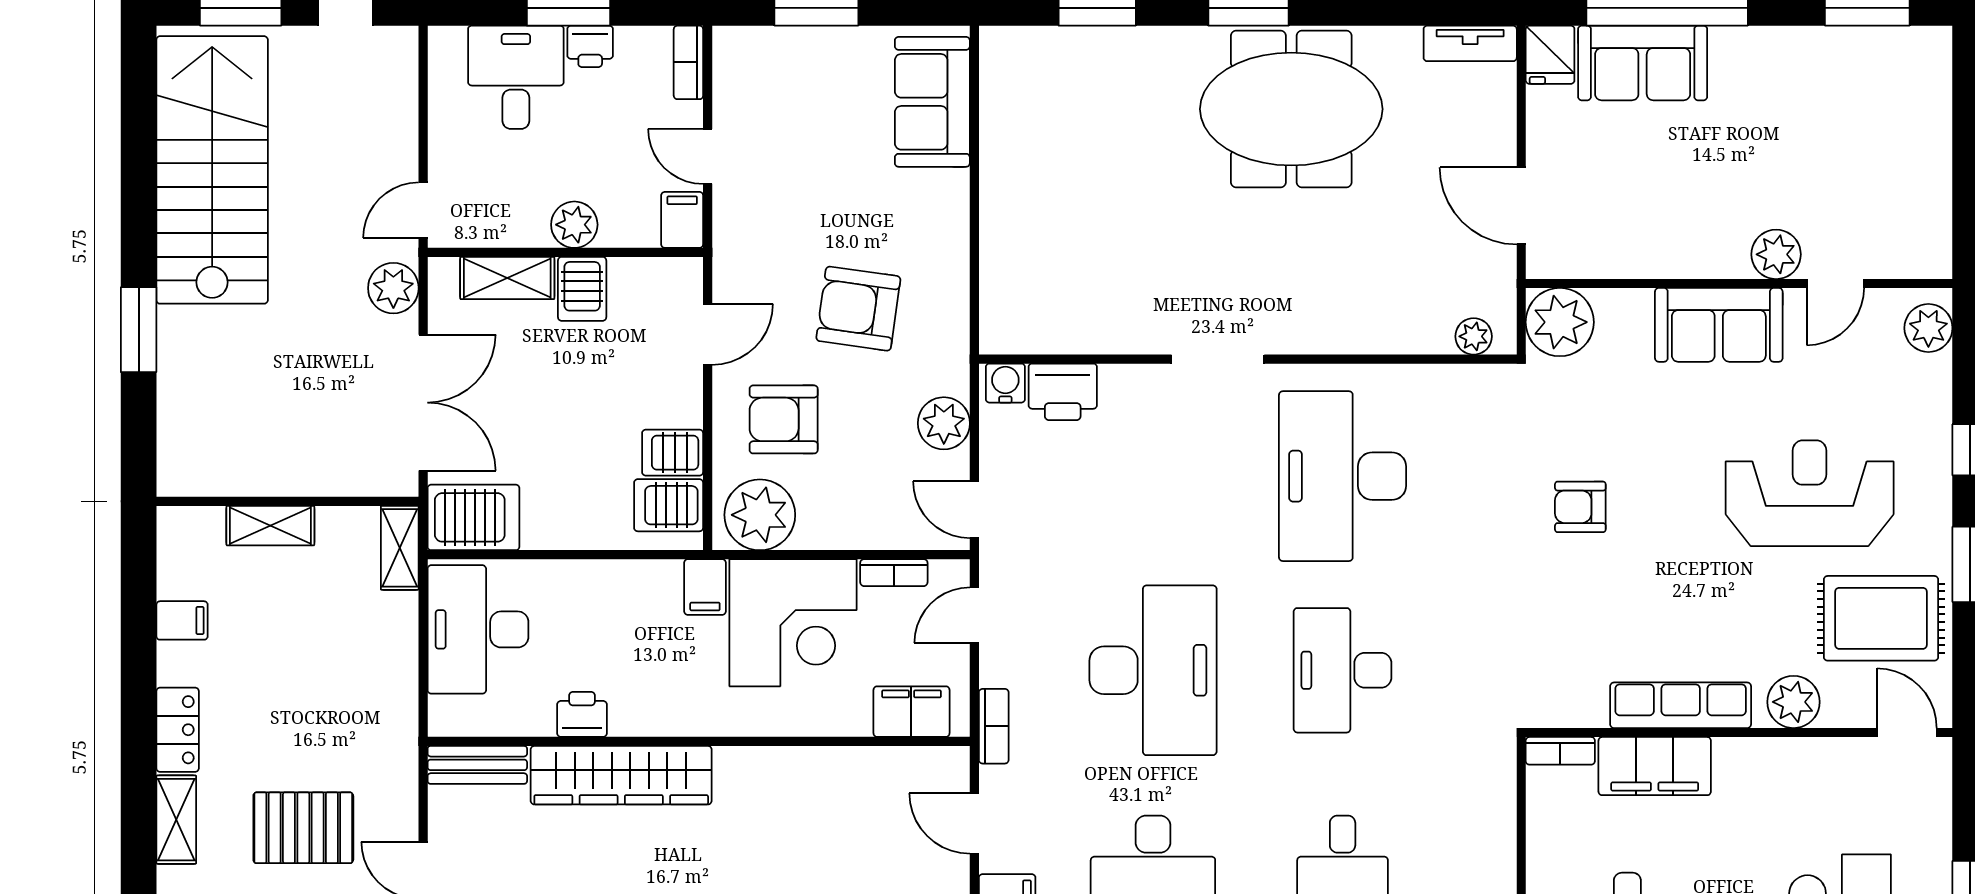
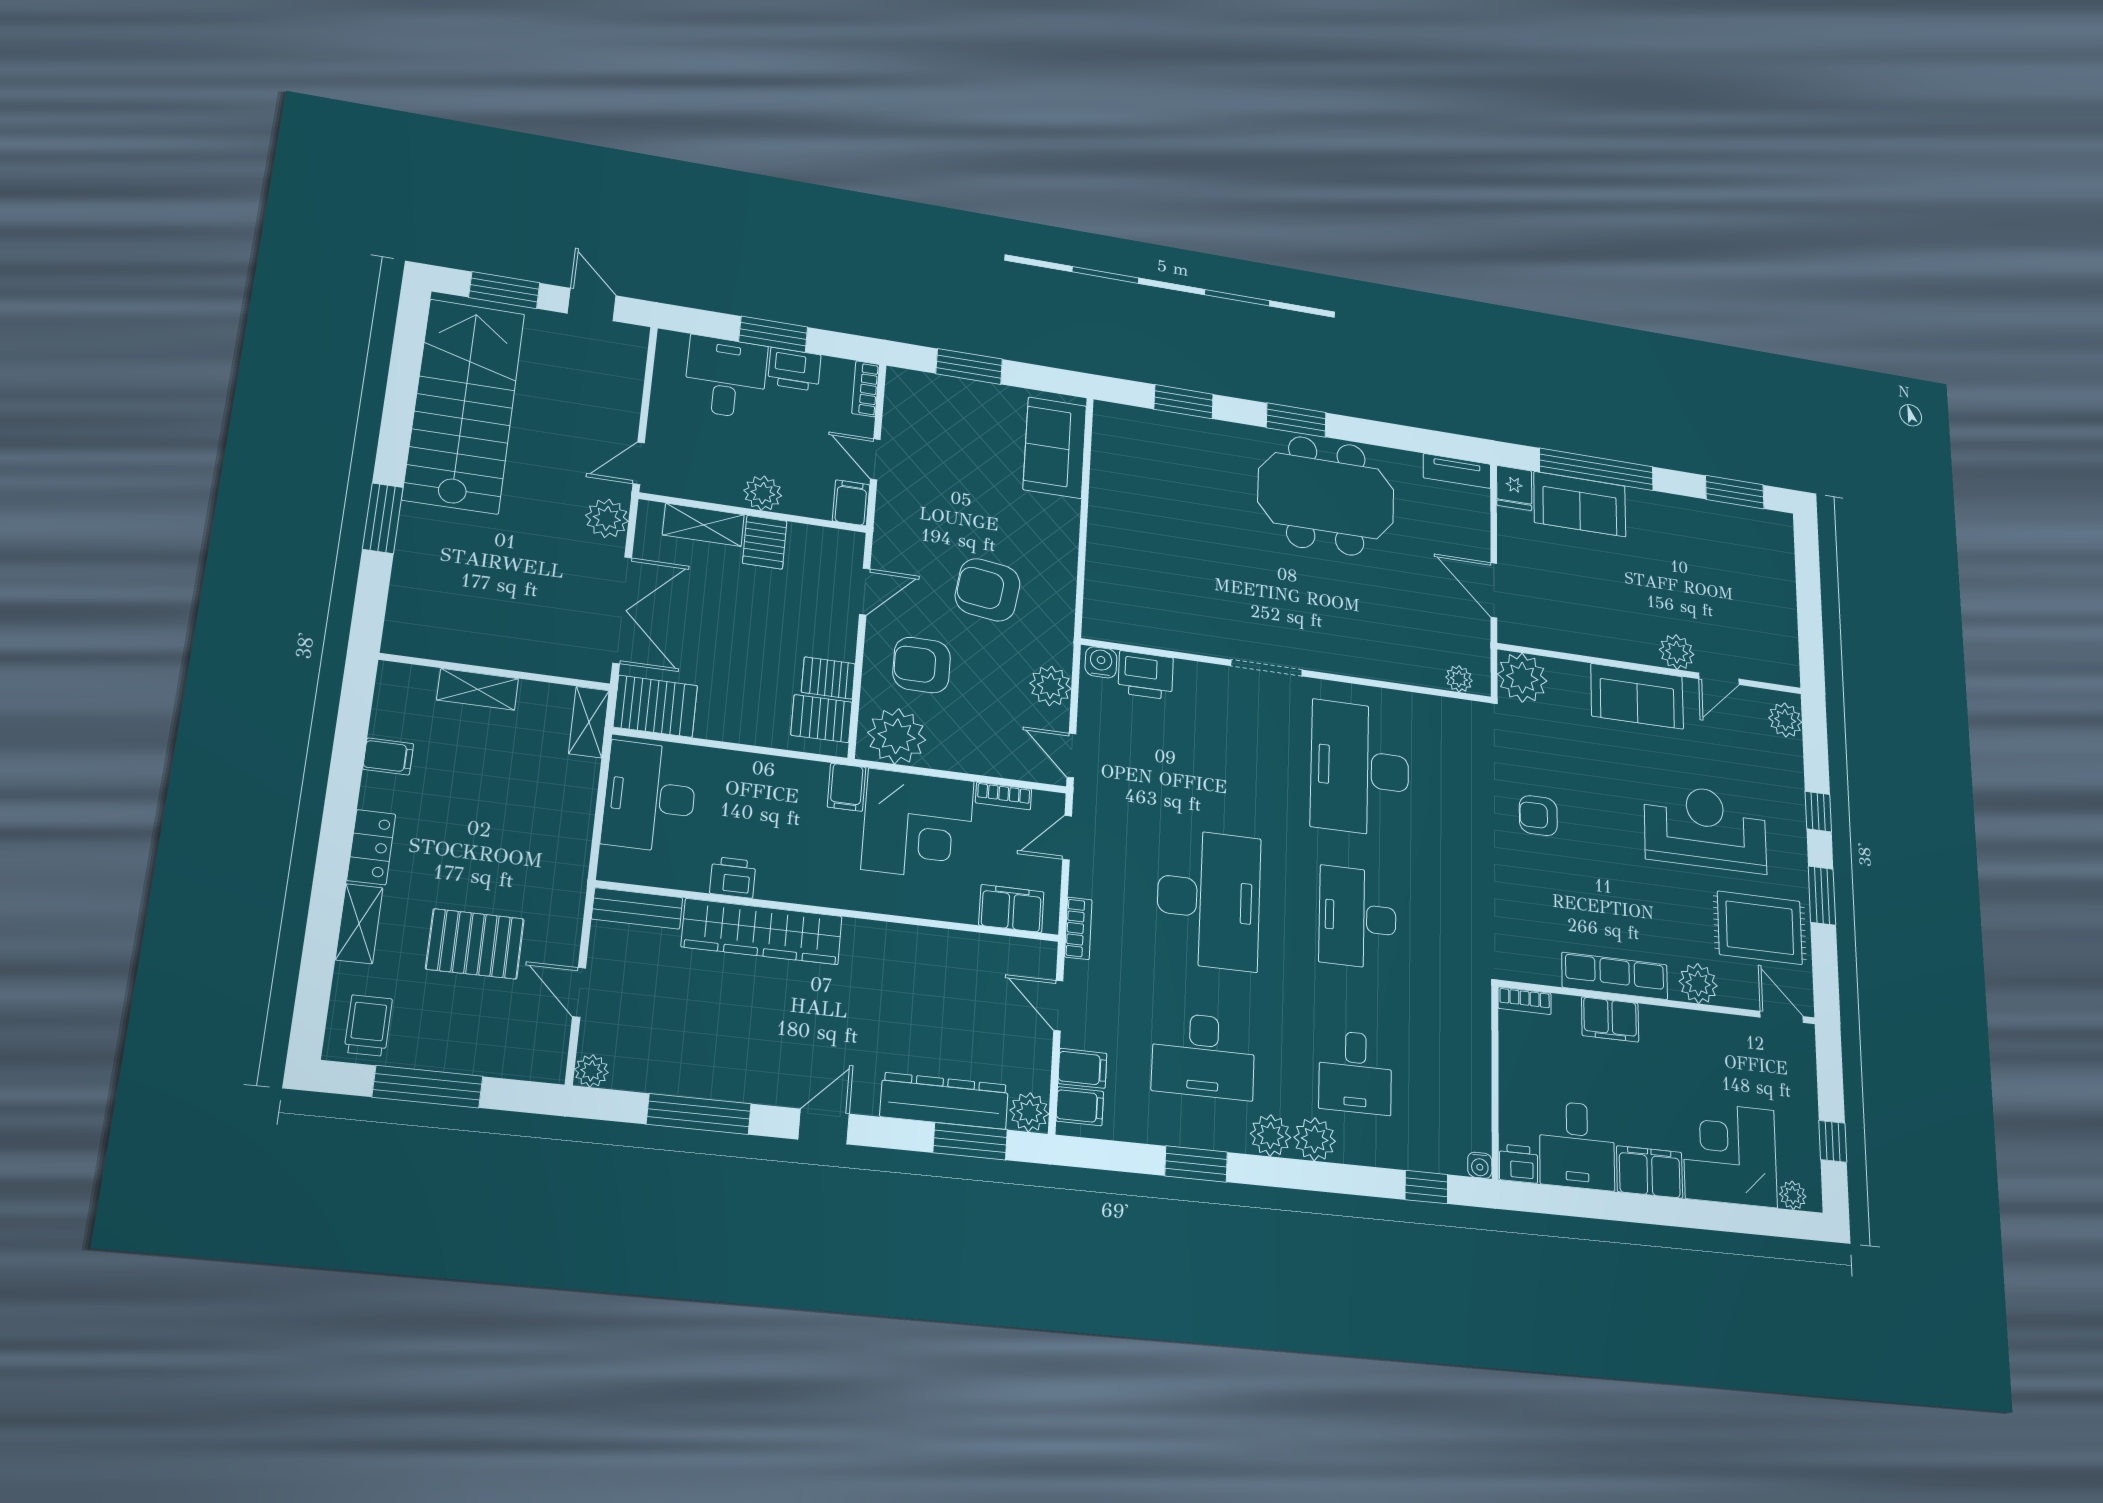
printer: (590, 46) -> (794, 369), width x1.36, depth x1.24
filing cabinet: (1655, 766) -> (1610, 1019), width x0.67, depth x0.86

